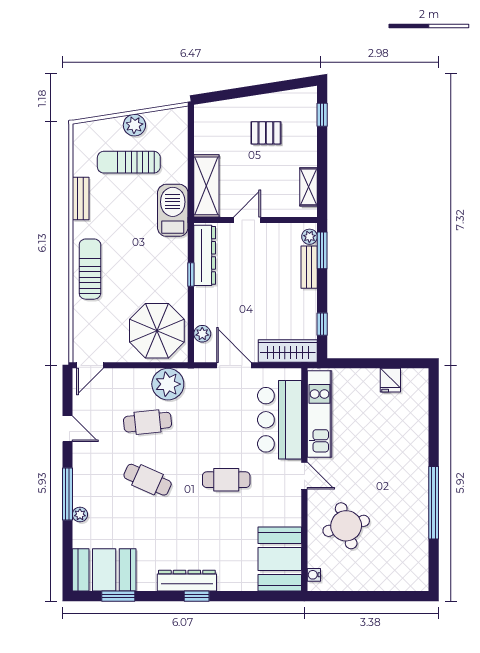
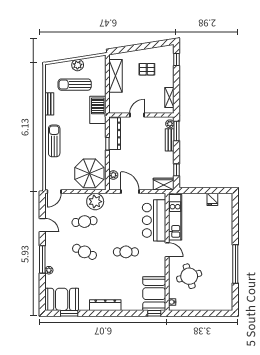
shelving: (206, 186) -> (115, 76), moved
wardrobe: (288, 351) -> (164, 184), width x0.67
window: (197, 596) -> (154, 313), moved

